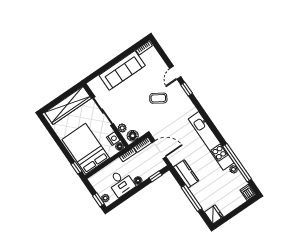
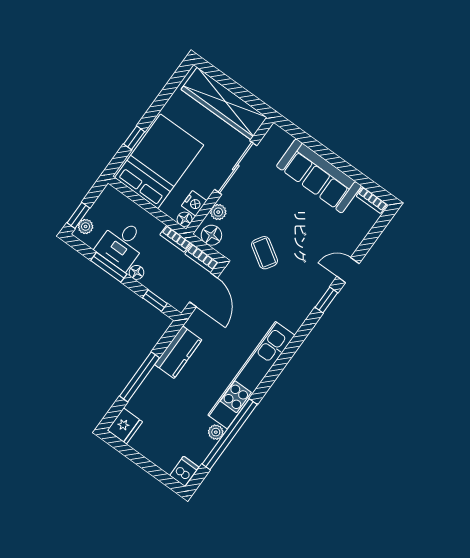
coffee table: (158, 98) -> (264, 253), moved
window: (76, 168) -> (134, 138), moved
window: (130, 194) -> (109, 267), added

